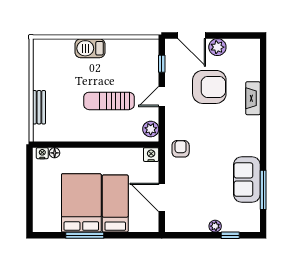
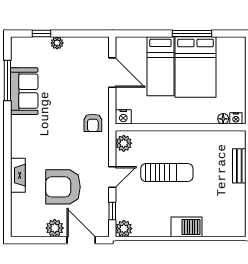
plant: (151, 47) -> (124, 229), added

